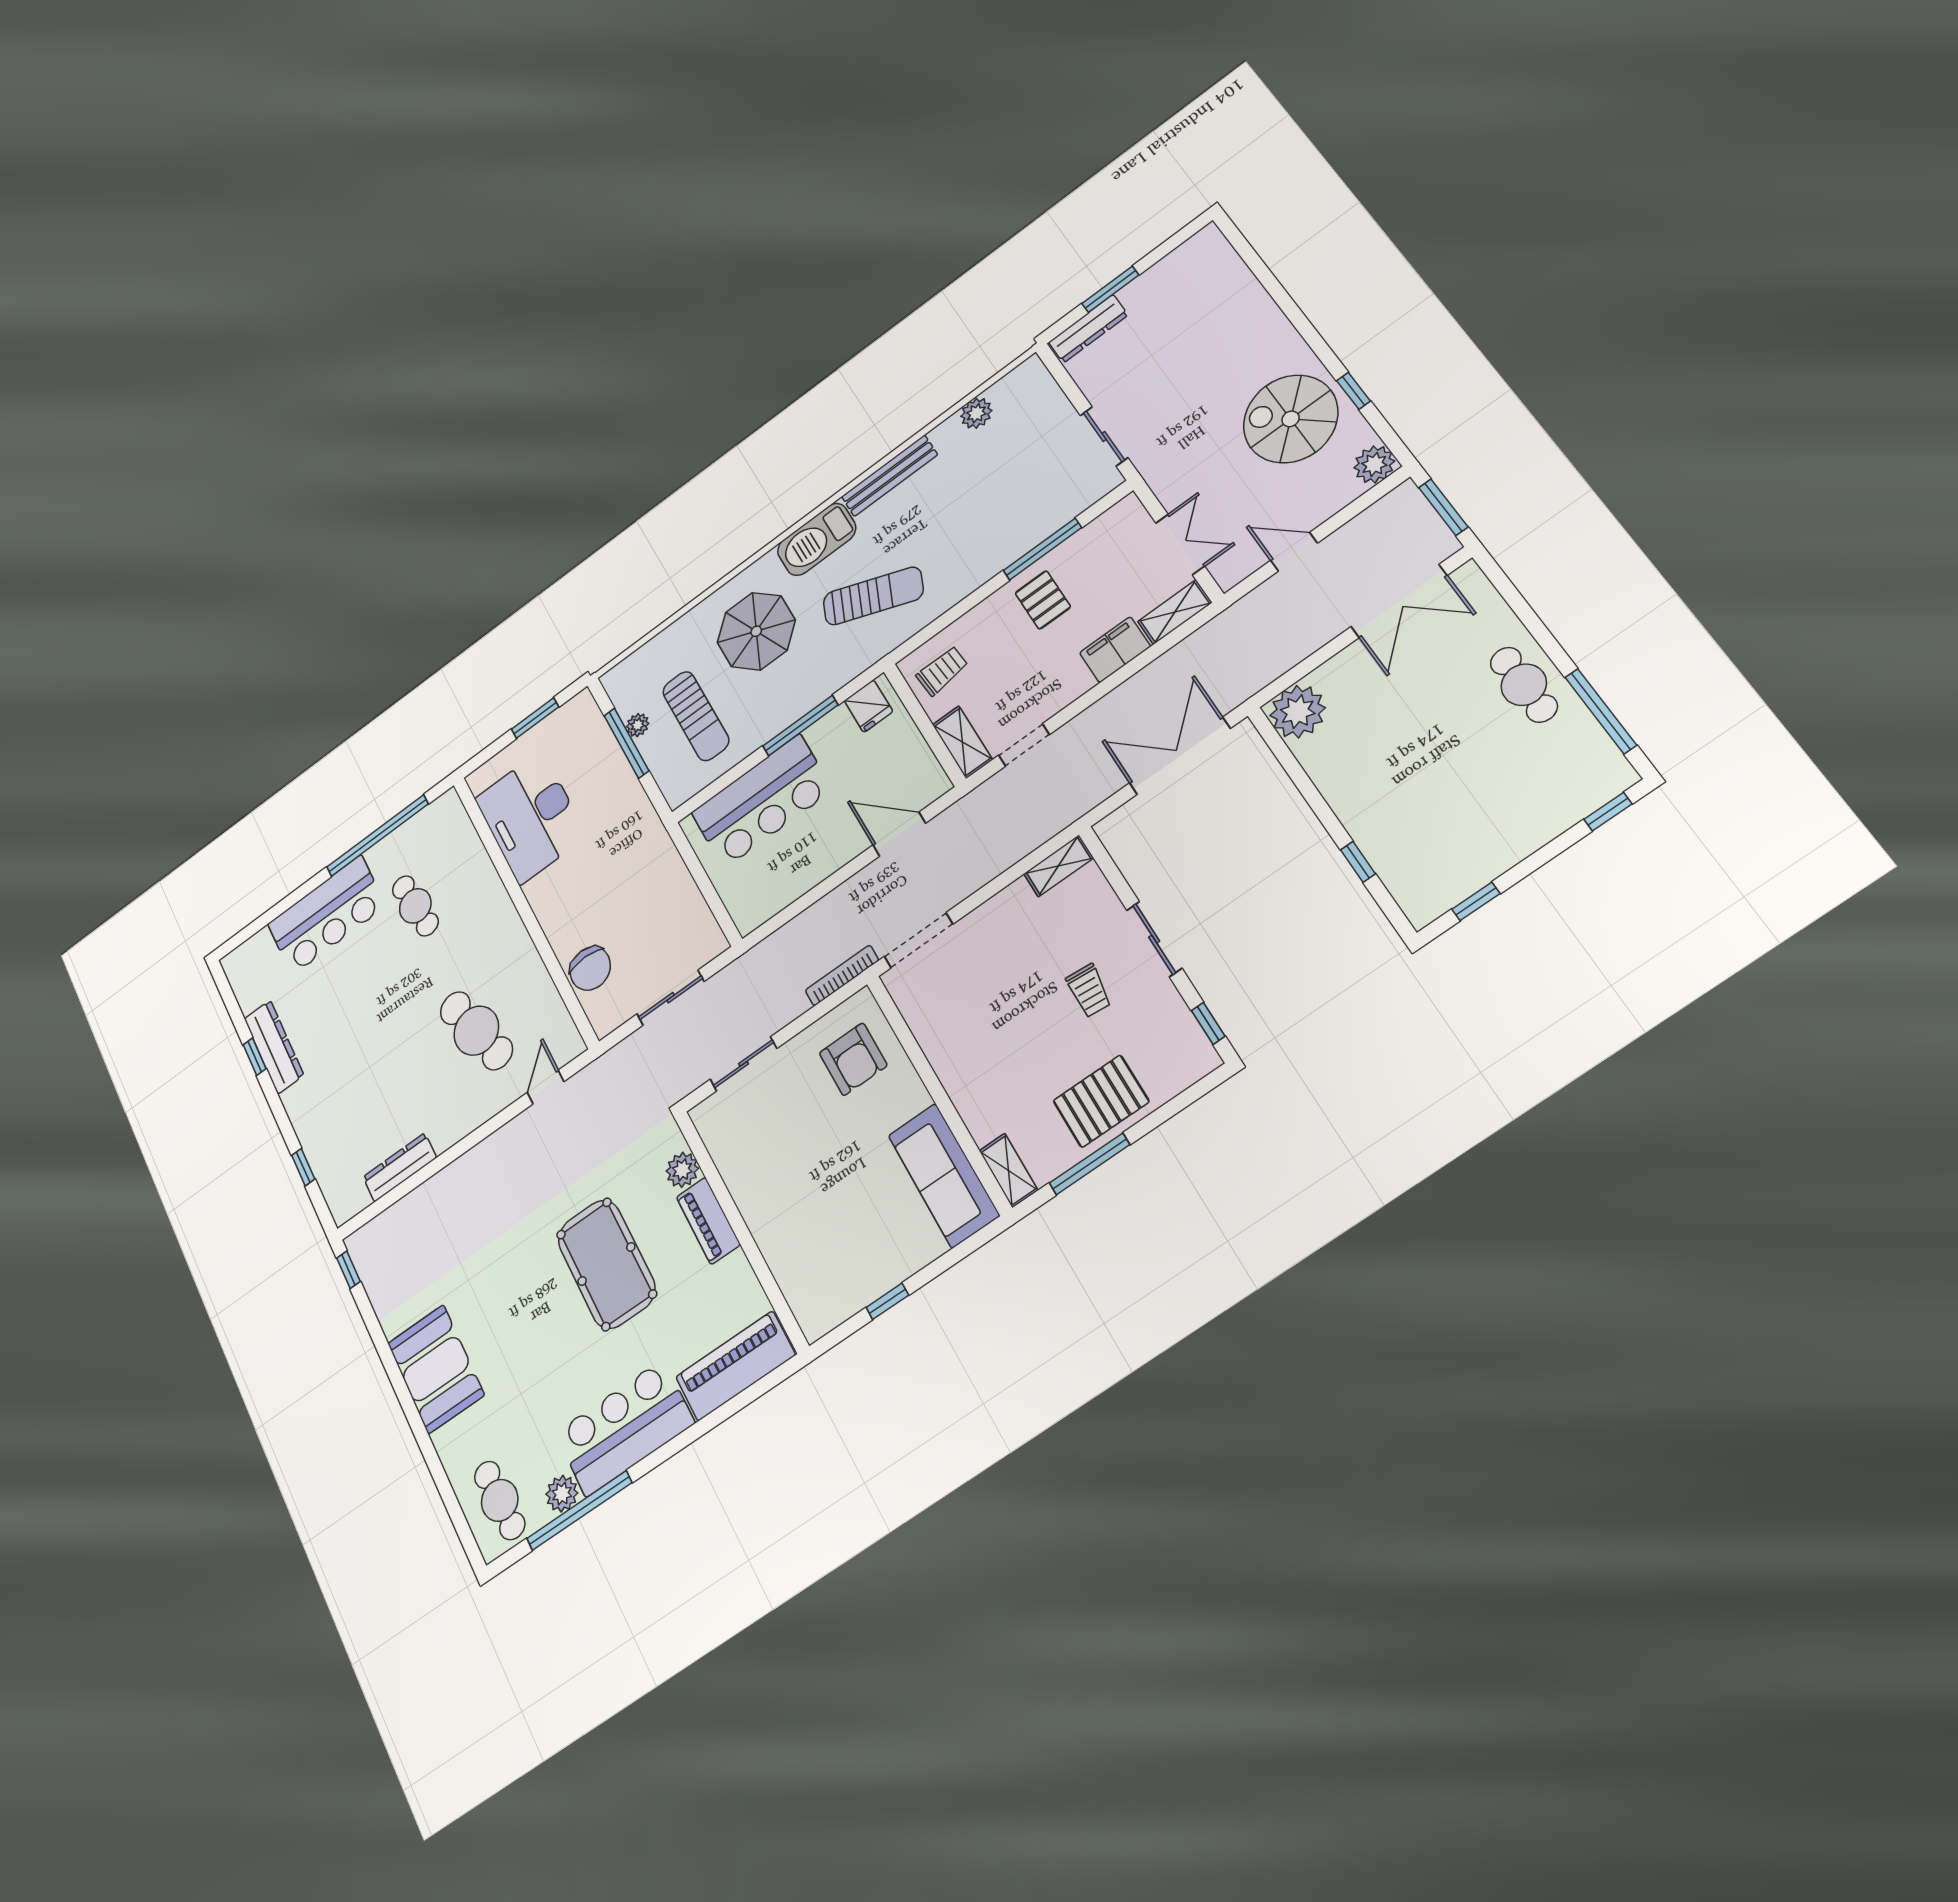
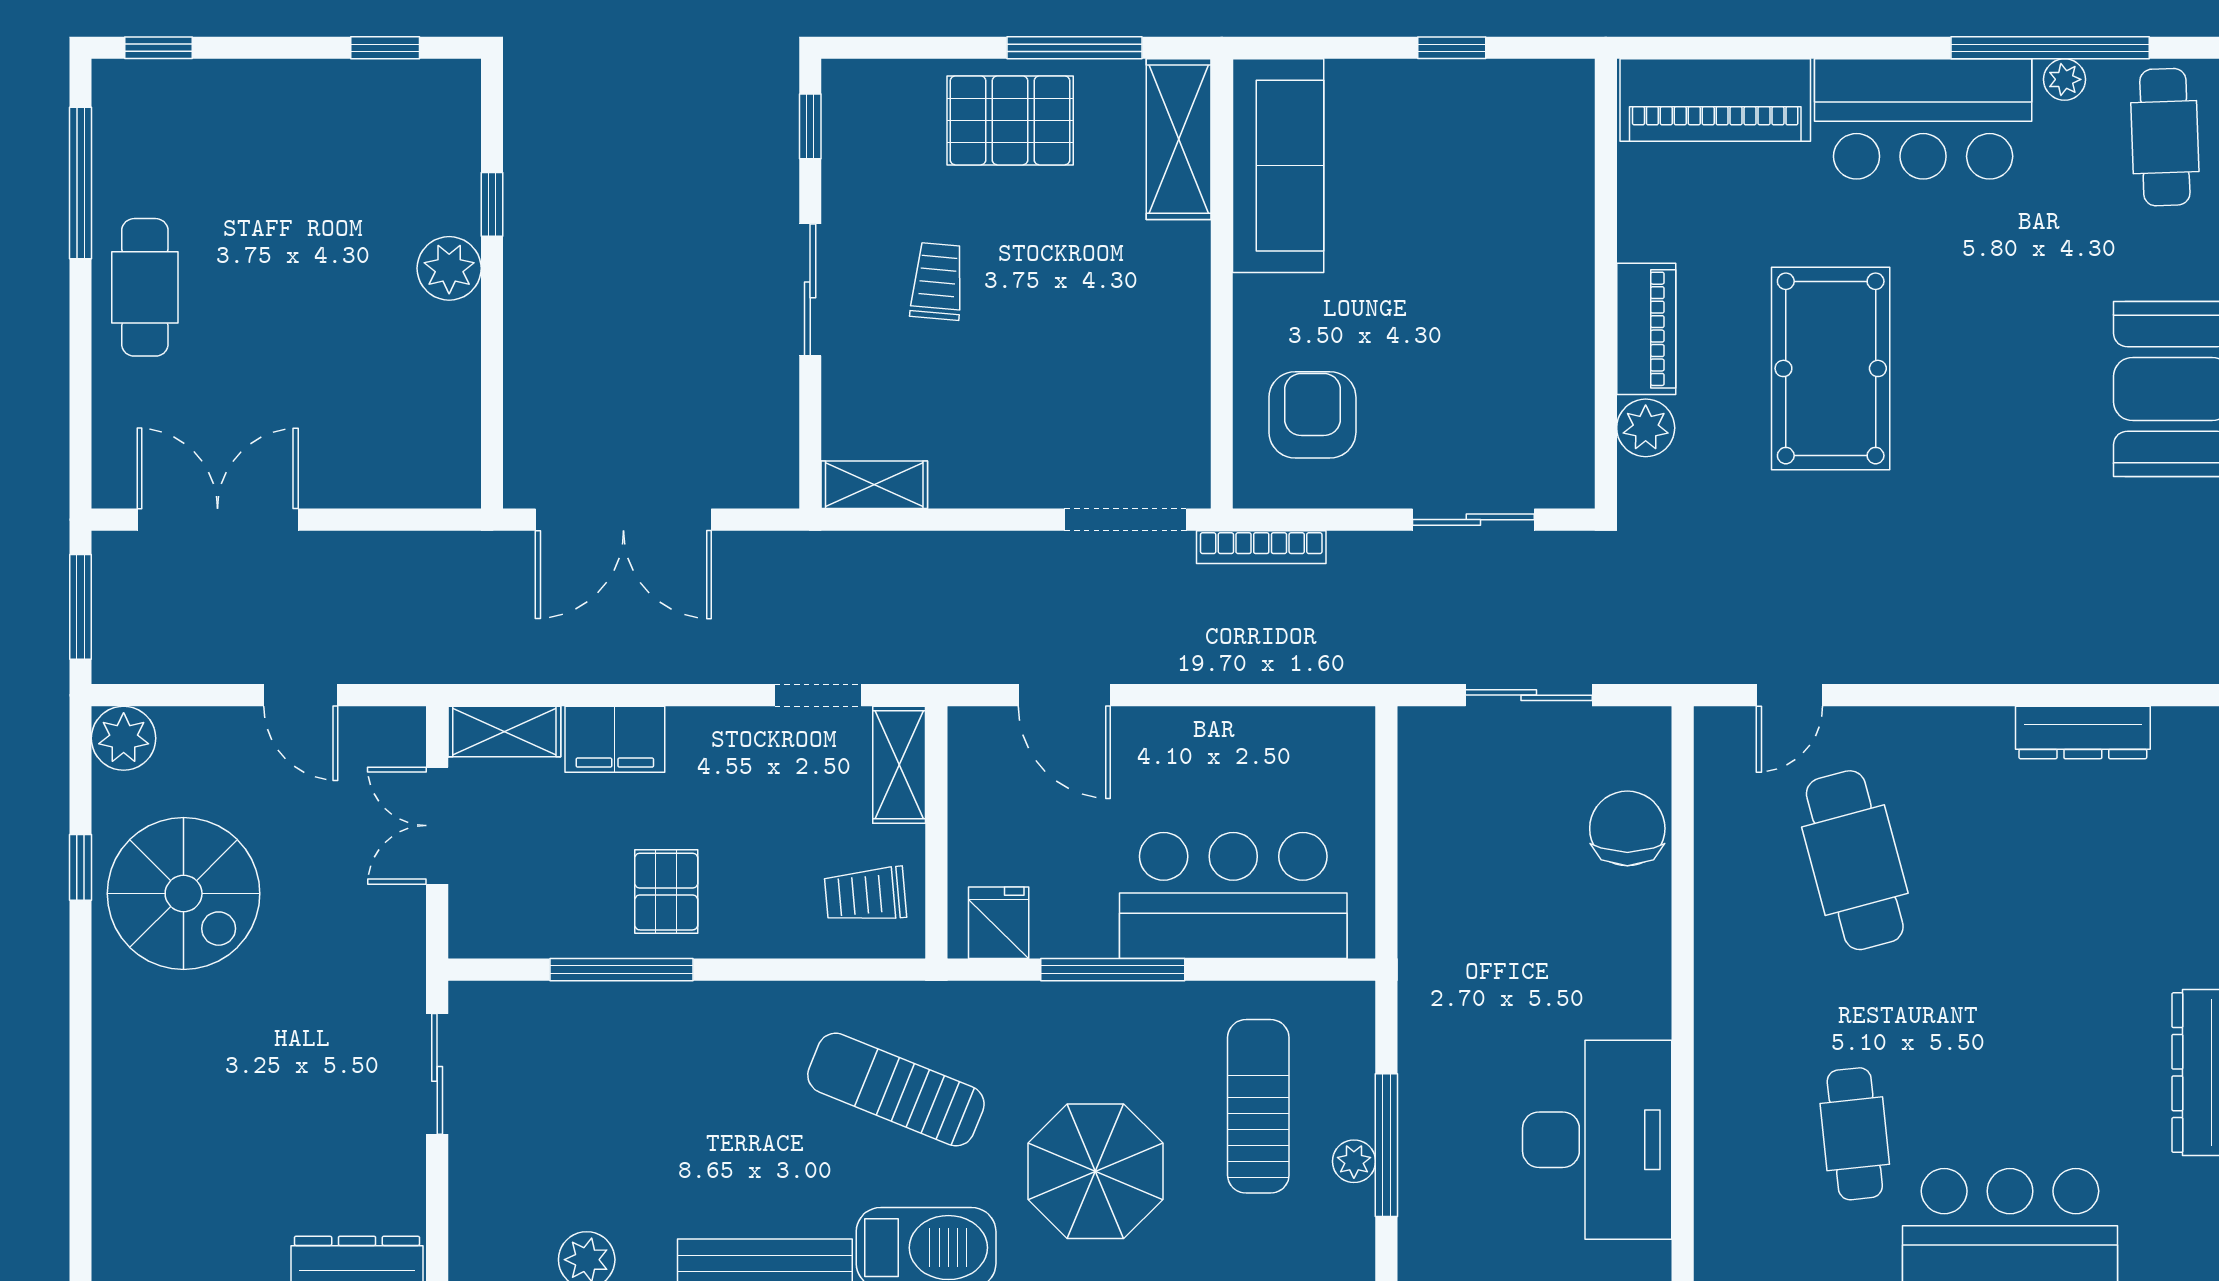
plant: (1298, 712) -> (449, 268), moved, width x0.73, depth x0.73
shelving: (1009, 1170) -> (1179, 139), width x1.50, depth x1.33
plant: (562, 1494) -> (2065, 79), width x0.73, depth x0.73

